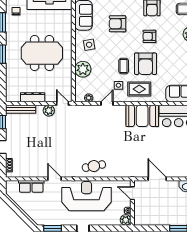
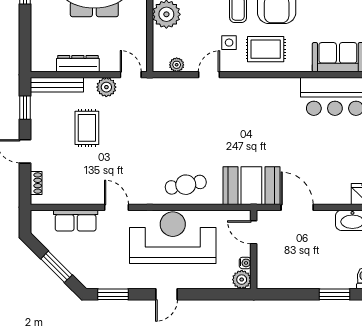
booth: (142, 116) -> (251, 186), moved
rug: (38, 134) -> (87, 128), added
window: (20, 213) -> (56, 267), added

